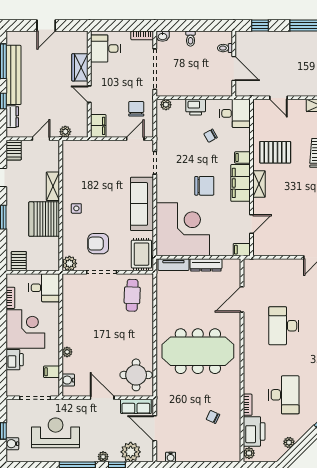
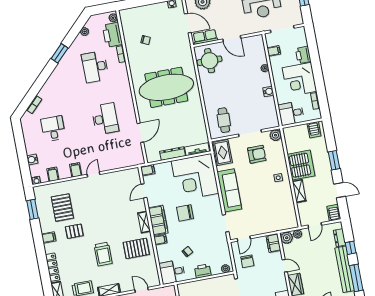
plant: (80, 129) -> (287, 238), added
water cooler: (68, 380) -> (268, 91), moved

